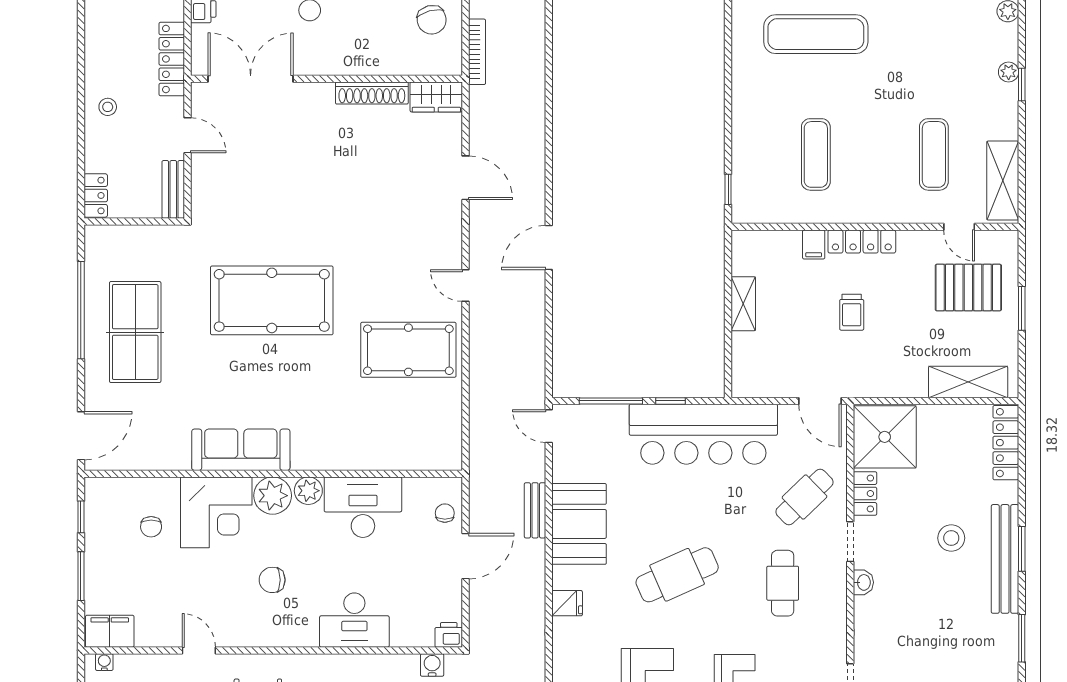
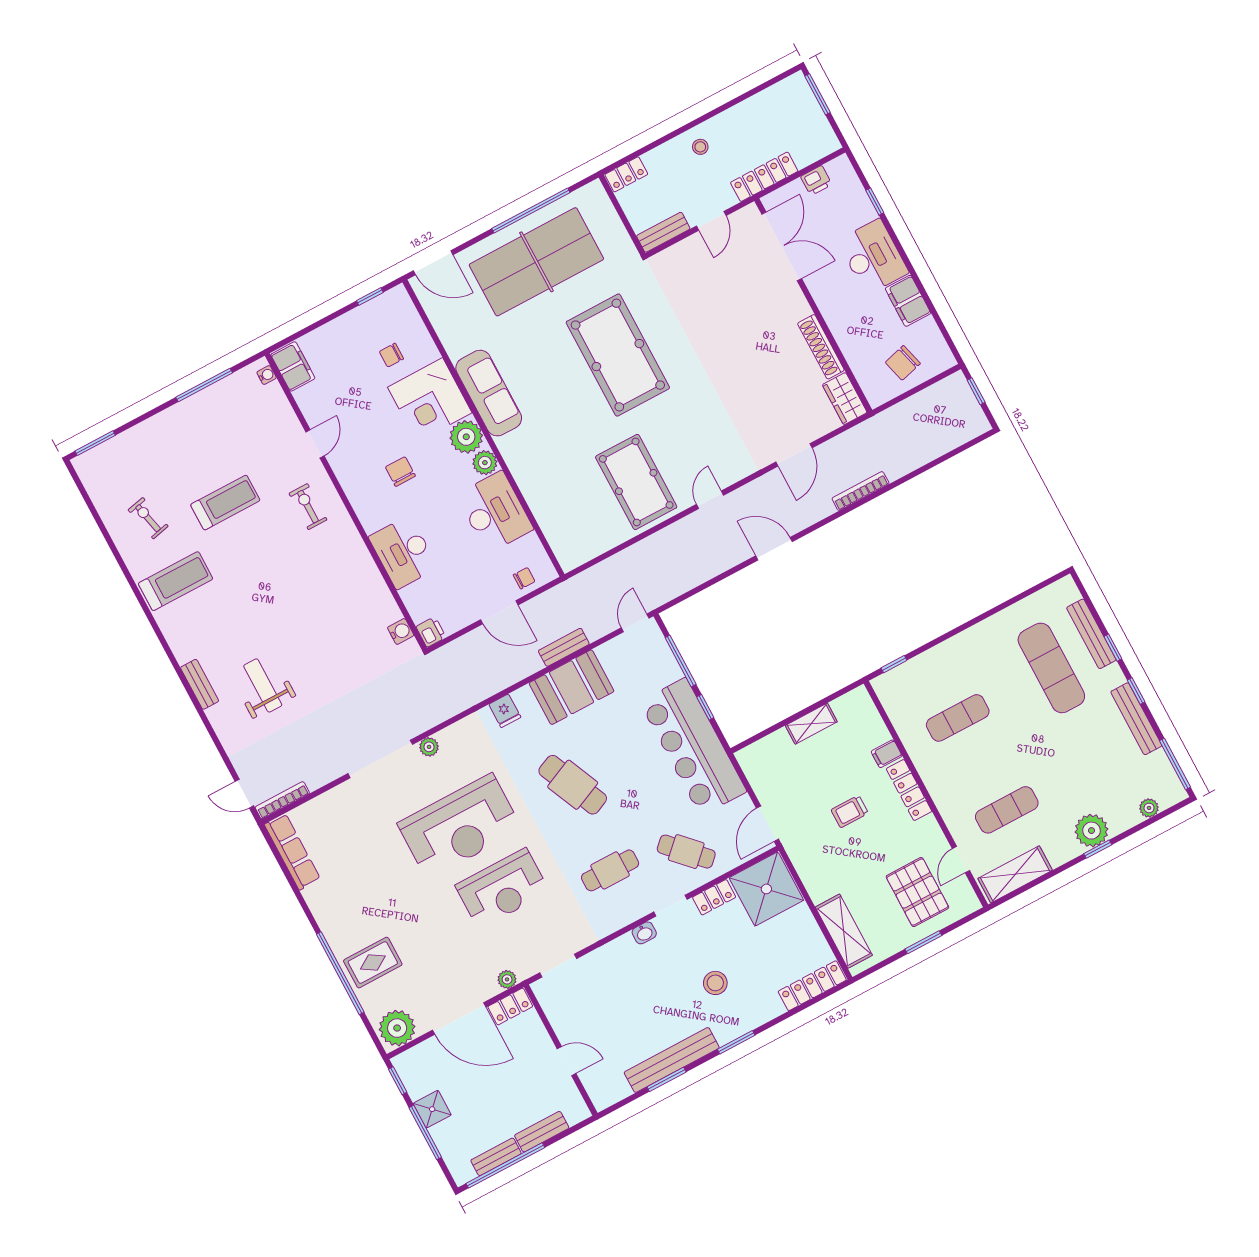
bookcase: (477, 52) -> (861, 491), moved, turned 180
plant: (1009, 72) -> (1092, 831), width x1.87, depth x1.87
table tennis table: (135, 332) -> (536, 262), width x1.36, depth x1.32
bench: (1005, 559) -> (672, 1060), moved
window: (81, 576) -> (324, 321), removed

